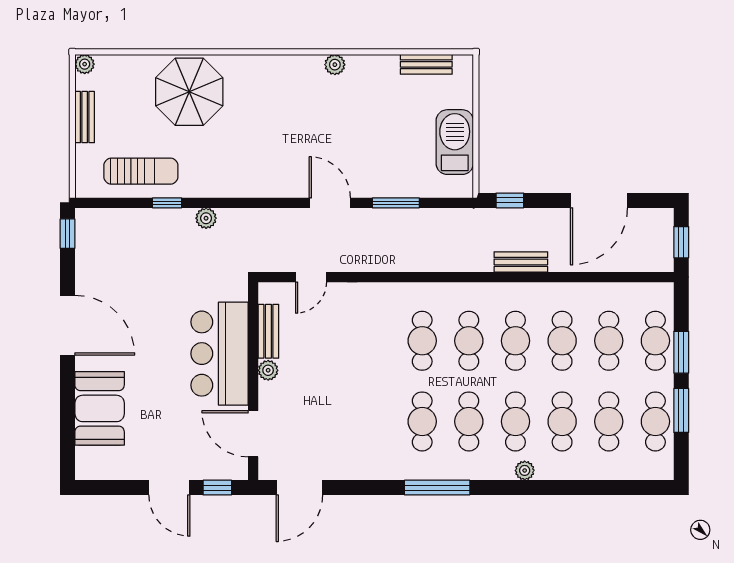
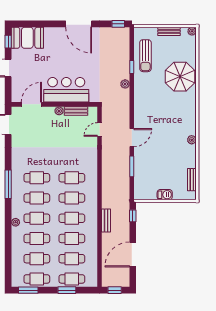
barbecue: (455, 142) -> (165, 195), width x0.53, depth x0.65
door: (599, 200) -> (133, 254), hinge flipped
door: (311, 277) -> (99, 130), hinge flipped
door: (67, 325) -> (79, 24), hinge flipped
booth: (100, 408) -> (27, 38), moved
window: (681, 410) -> (28, 290), moved
window: (217, 488) -> (8, 42), moved

